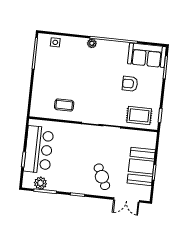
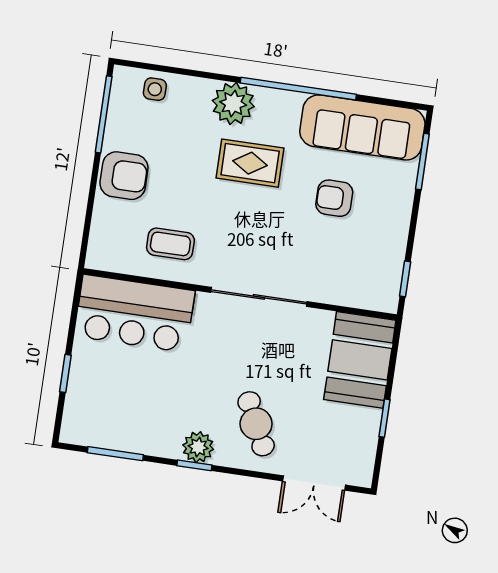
plant: (92, 43) -> (233, 104), width x1.88, depth x1.88
sofa: (147, 55) -> (362, 127), width x1.36
armchair: (44, 78) -> (124, 176), added
rug: (139, 115) -> (250, 163), moved
bar counter: (39, 150) -> (135, 313), moved, turned 90
booth: (141, 166) -> (360, 360), moved
plant: (40, 183) -> (198, 447), moved

